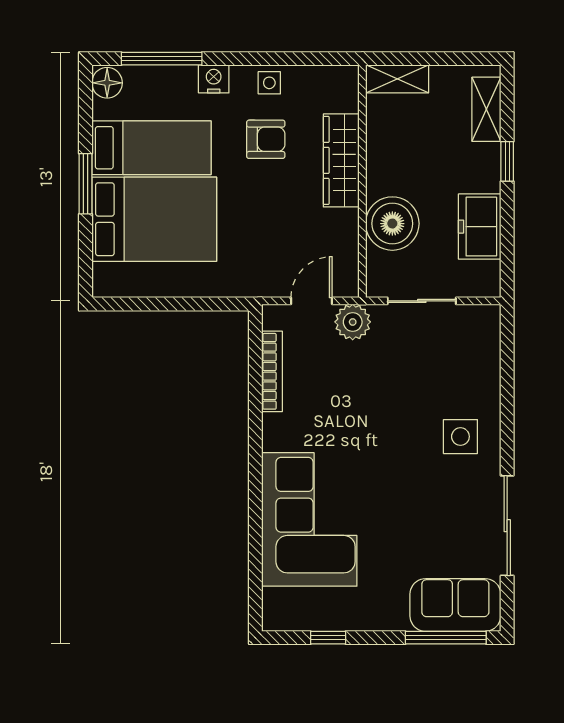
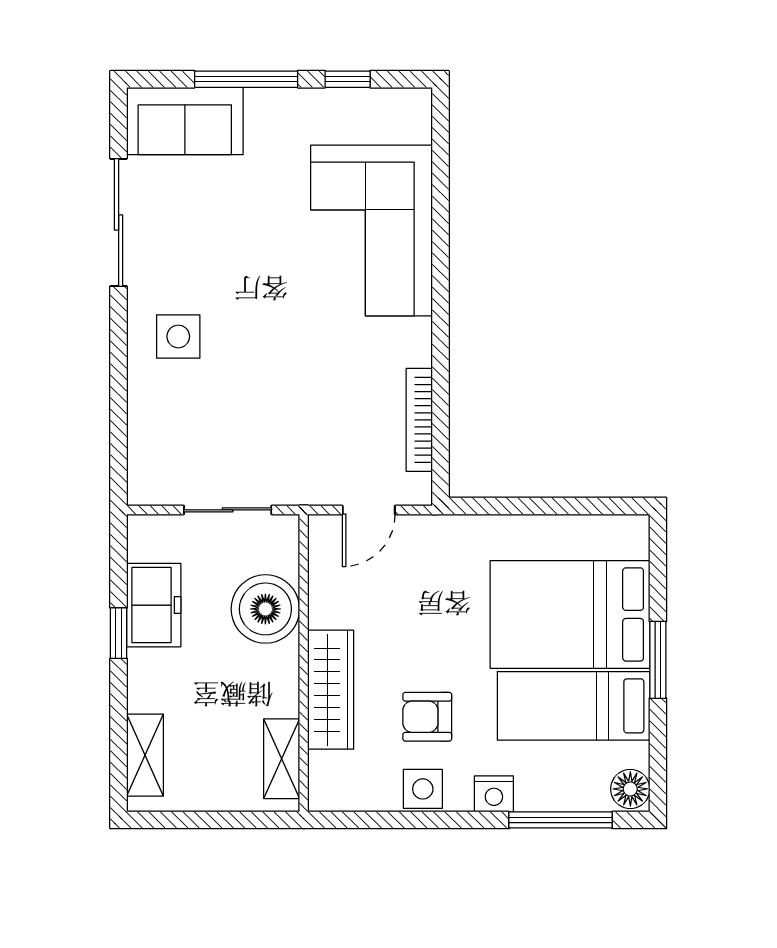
shelving: (397, 79) -> (282, 759), moved, turned 90
side table: (269, 83) -> (423, 789), width x1.37, depth x1.37
window: (507, 161) -> (119, 633), moved
plant: (353, 322) -> (316, 483), removed
window: (446, 638) -> (246, 79), moved

